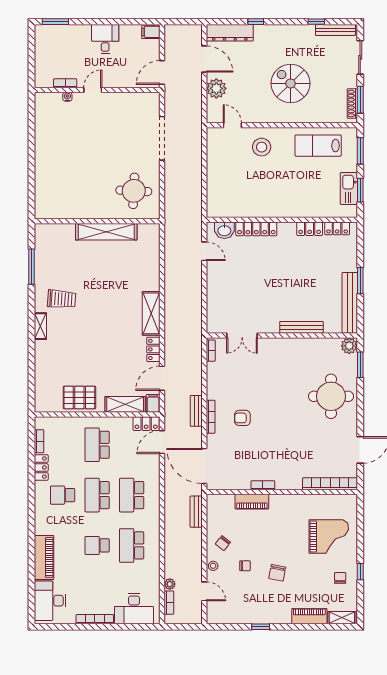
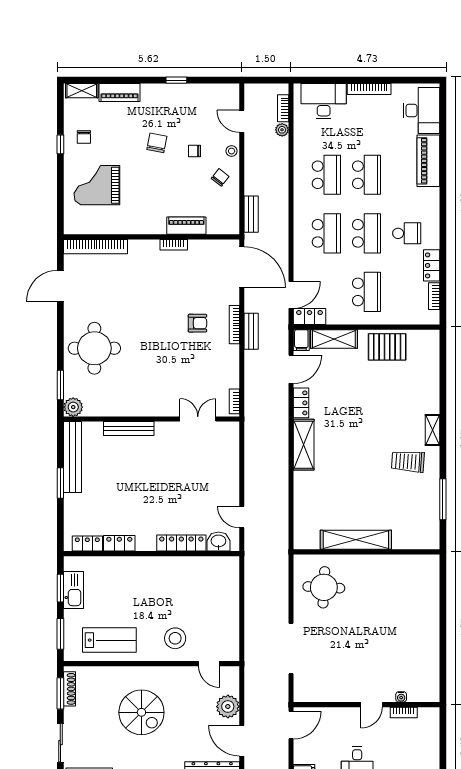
school desk: (97, 545) -> (366, 175), width x1.85

